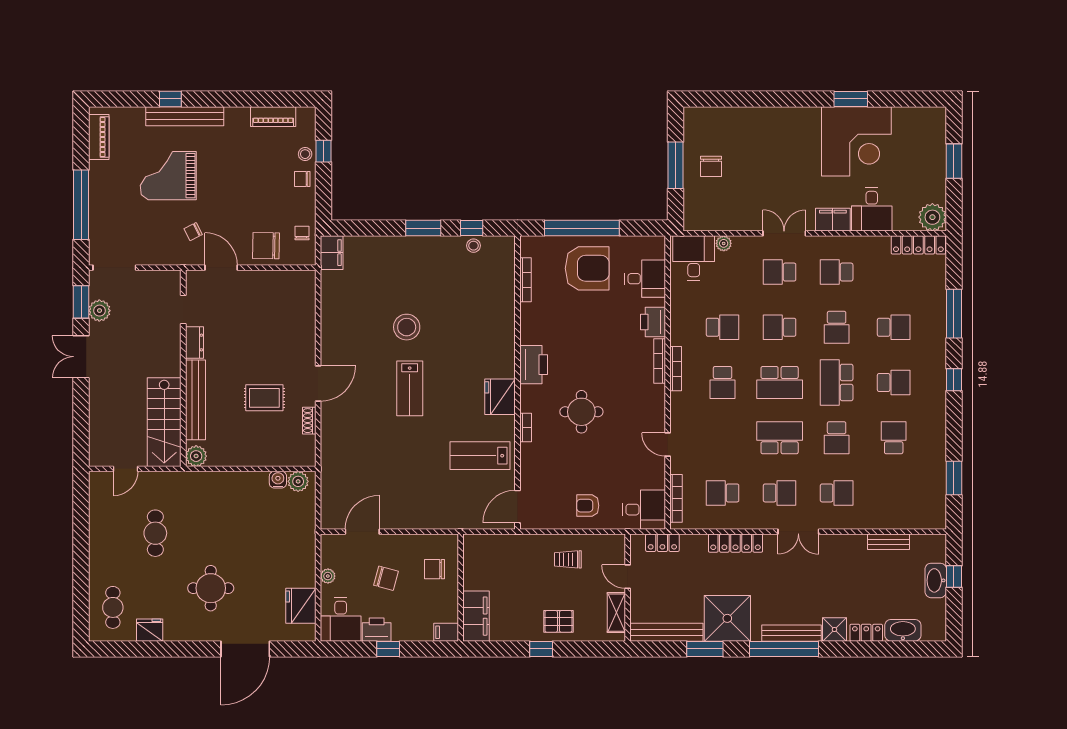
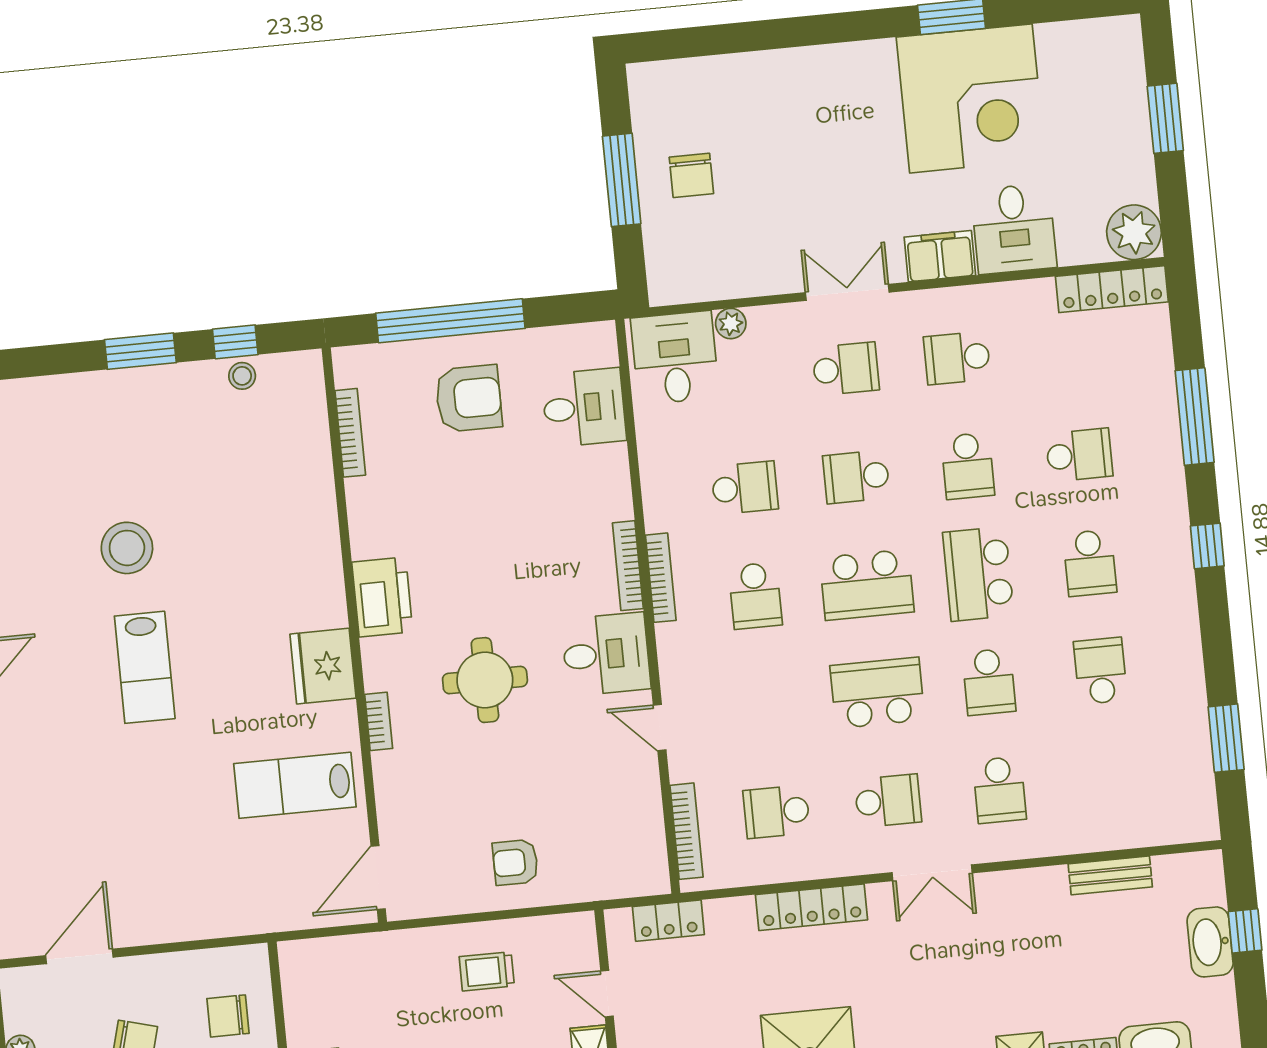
armchair: (587, 268) -> (469, 398), width x0.73, depth x0.73
school desk: (780, 272) -> (846, 369), turned 180
printer: (653, 322) -> (607, 491), removed
school desk: (894, 382) -> (1090, 563), turned 90
school desk: (837, 493) -> (999, 790), turned 90
desk: (644, 510) -> (606, 654), moved

